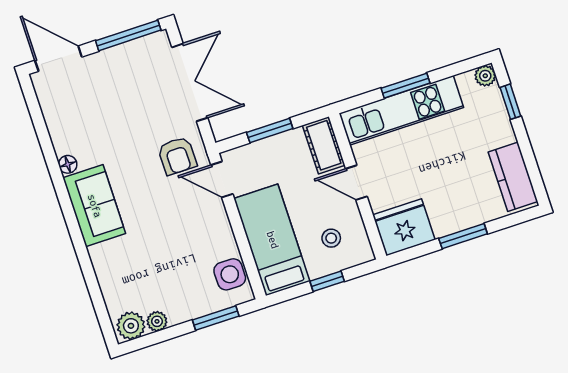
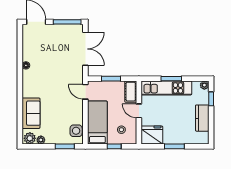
armchair: (177, 156) -> (71, 76), removed
kitchen counter: (513, 177) -> (202, 118), moved
sofa: (94, 206) -> (31, 113), moved

